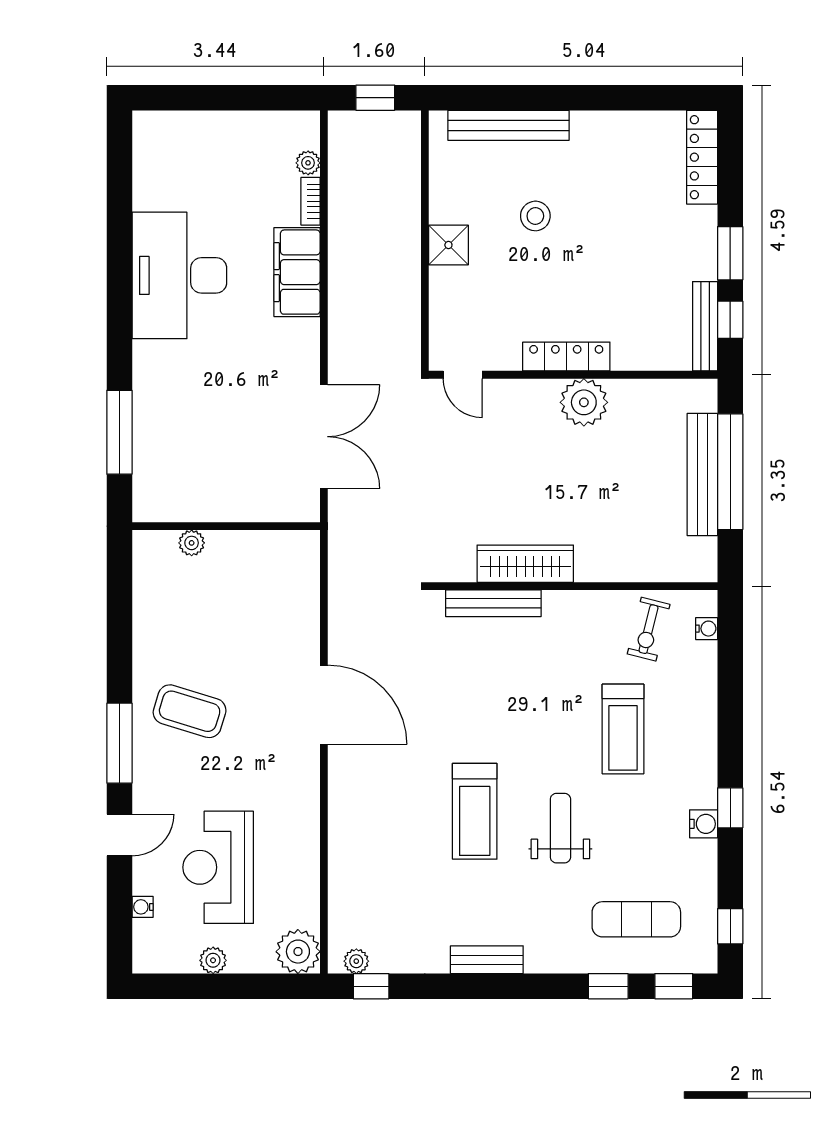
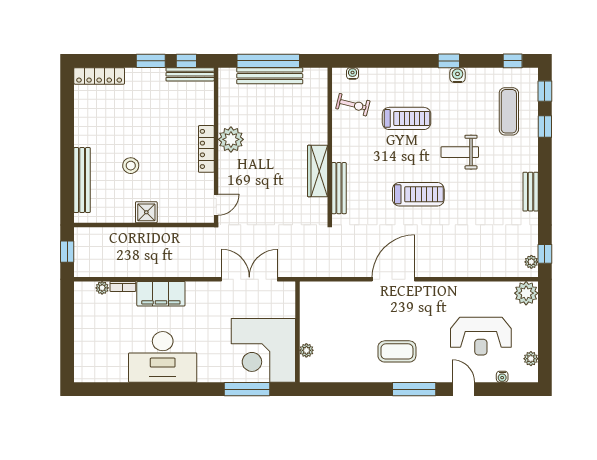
corner desk: (192, 463) -> (263, 350), added
coffee table: (190, 711) -> (397, 351), turned 73
treadmill: (475, 811) -> (418, 194), moved
plant: (213, 960) -> (531, 359), moved

